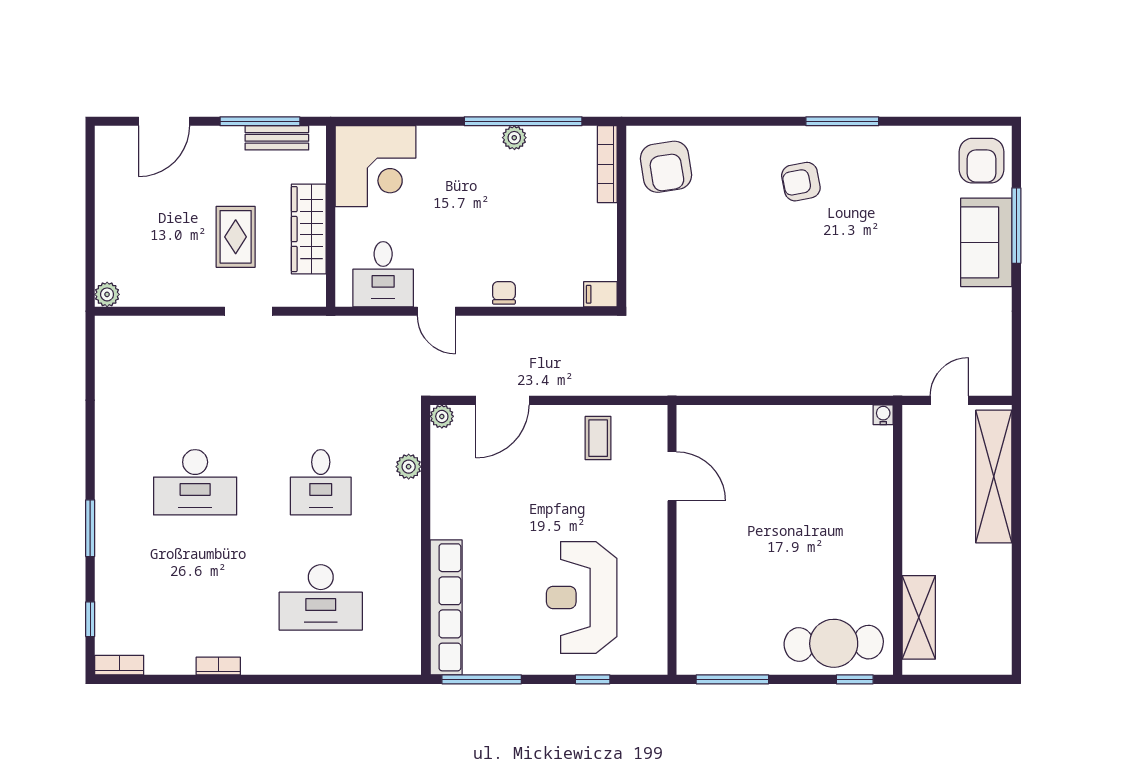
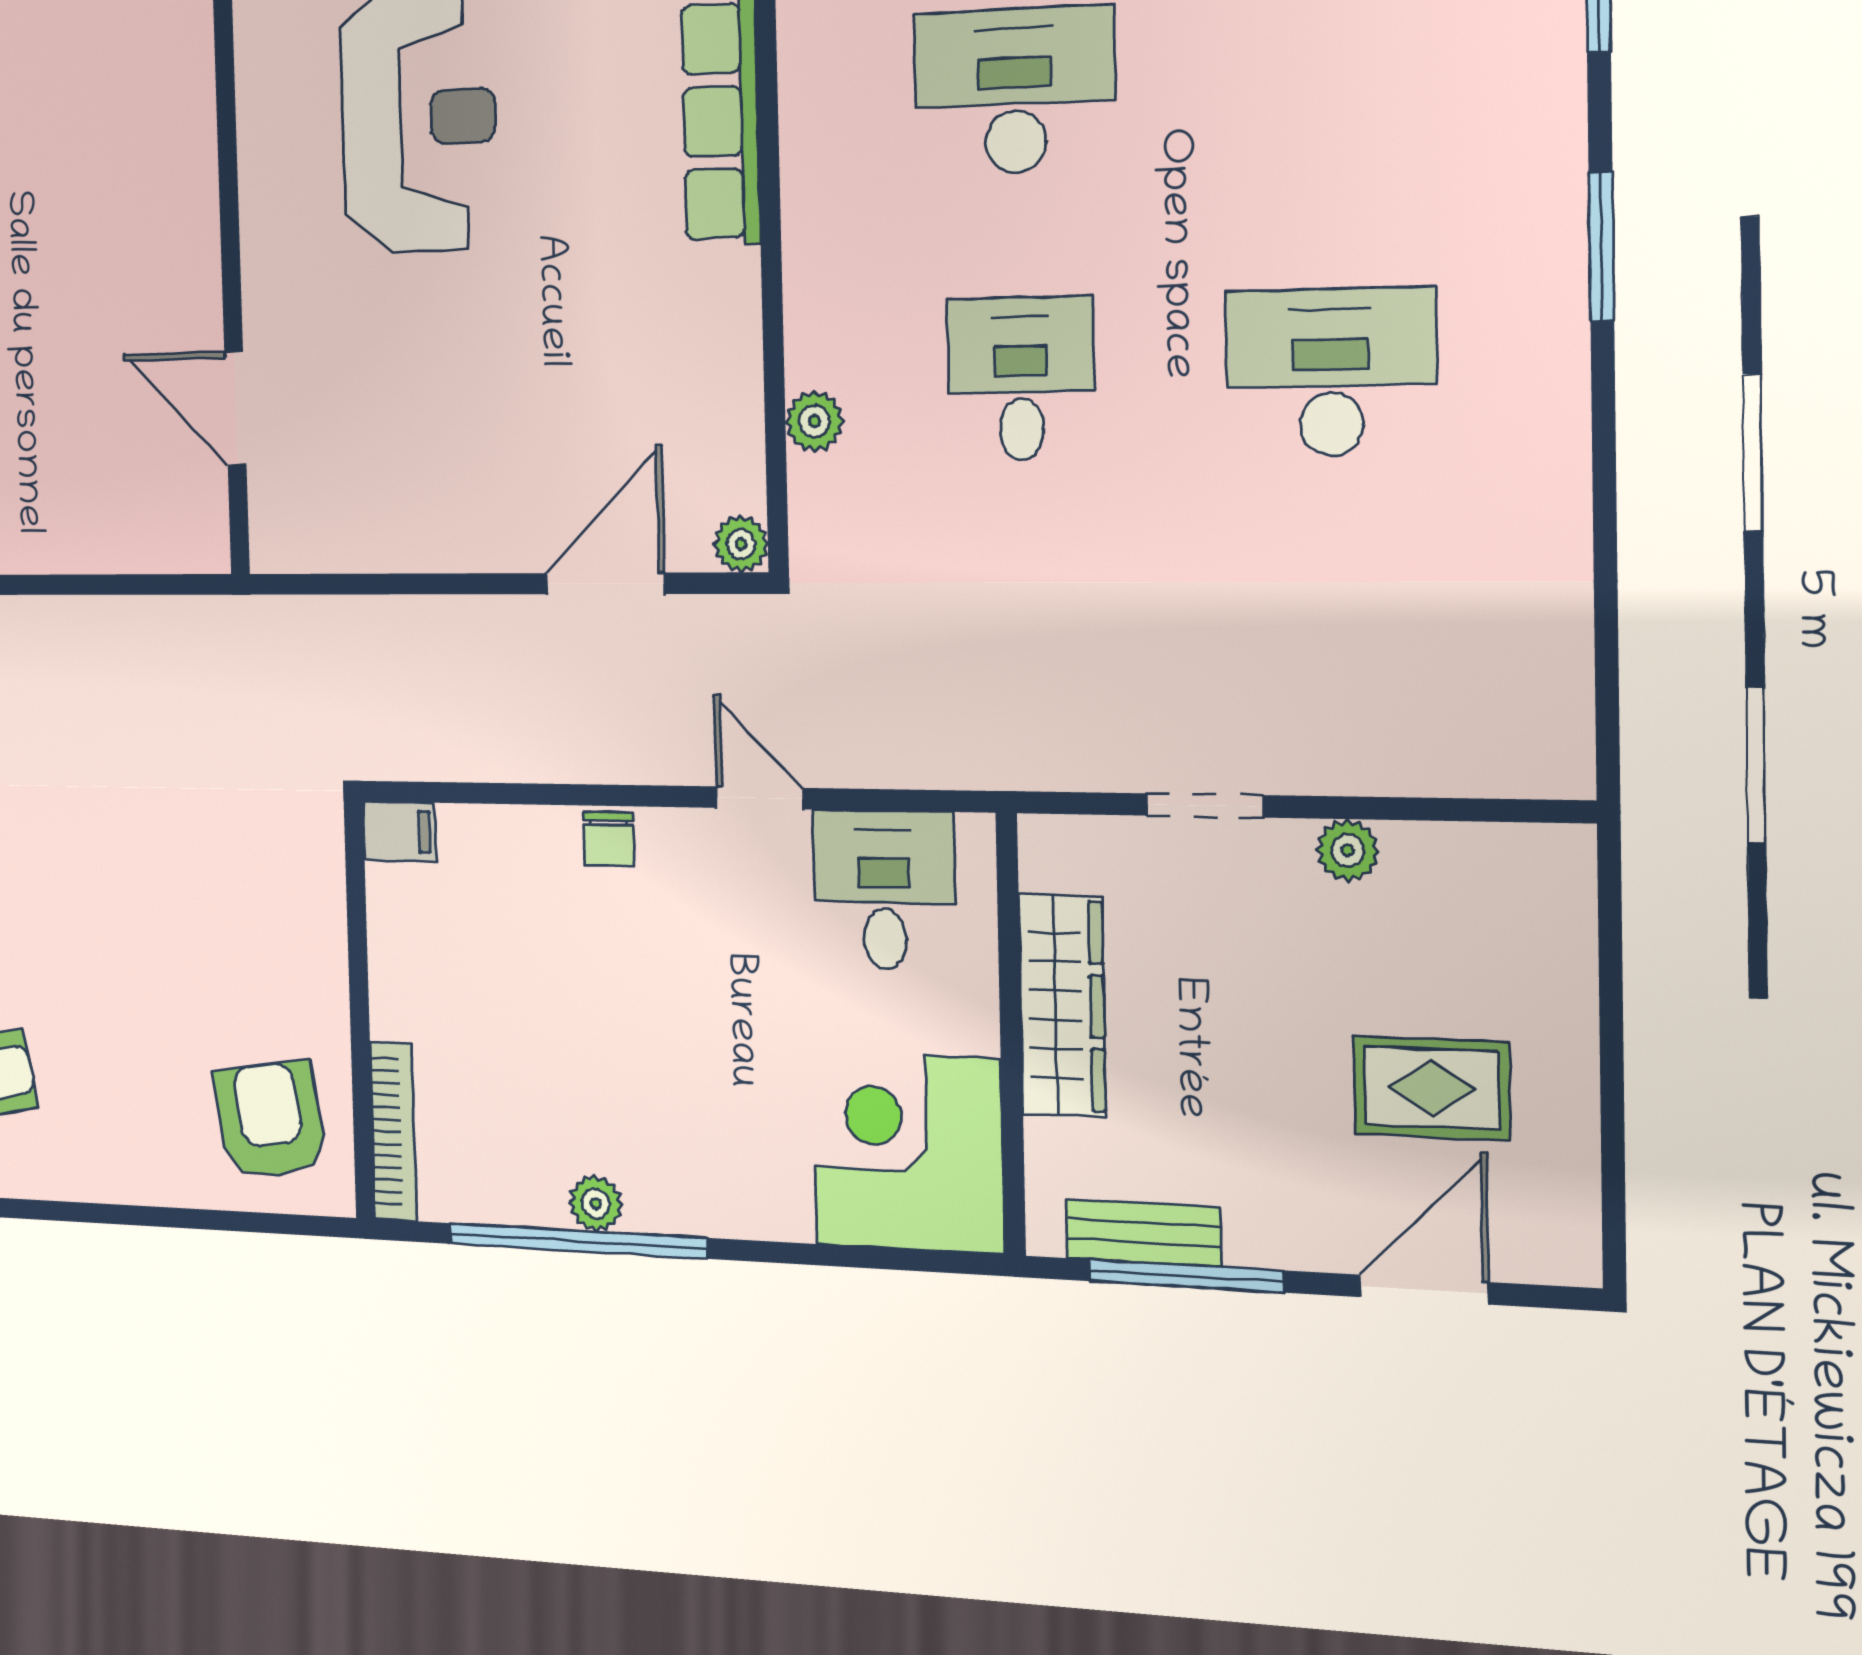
rug: (236, 237) -> (1432, 1088), moved, turned 90
plant: (107, 294) -> (1348, 850), moved
coffee table: (598, 438) -> (394, 495), removed

